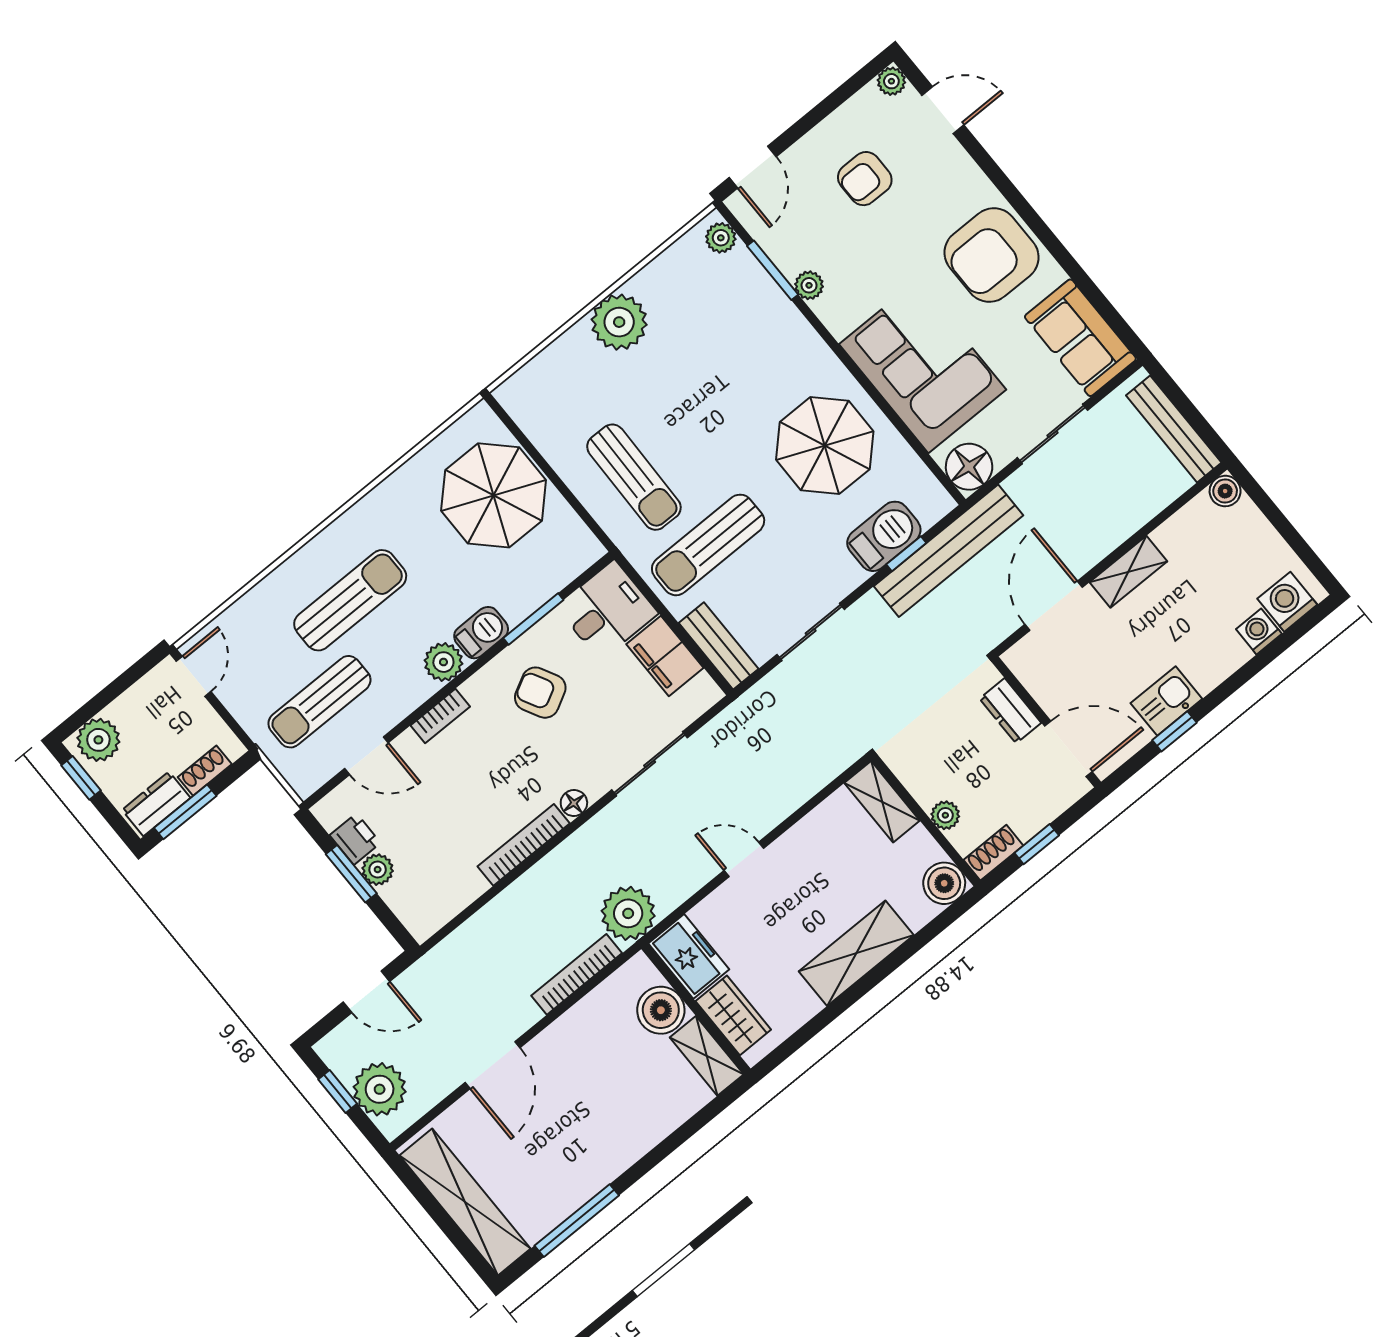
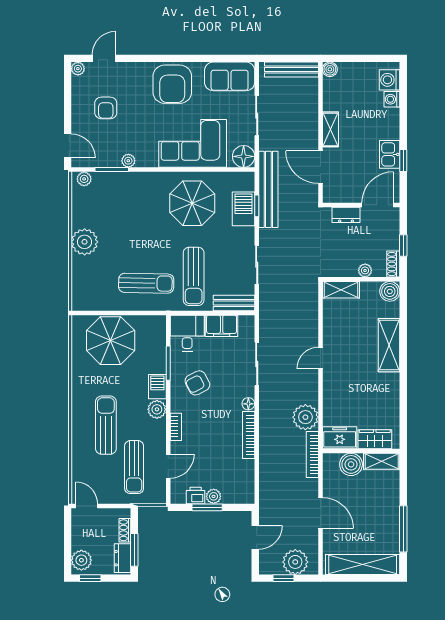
freezer: (689, 956) -> (340, 438), moved
wall: (696, 1009) -> (361, 451), moved
boiler: (661, 1010) -> (351, 464), moved
wardrobe: (733, 1015) -> (375, 439), moved
shelving: (707, 1056) -> (382, 461), moved

